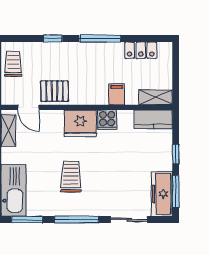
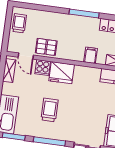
window: (53, 38) -> (50, 9), removed
cooker: (107, 120) -> (43, 68), moved

